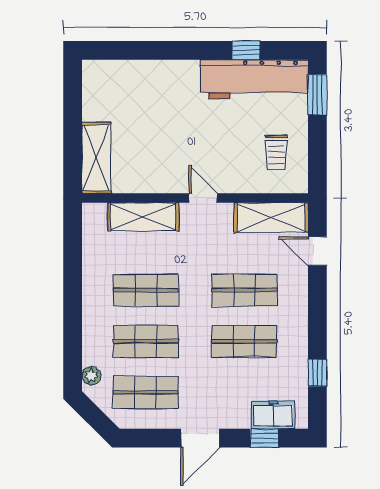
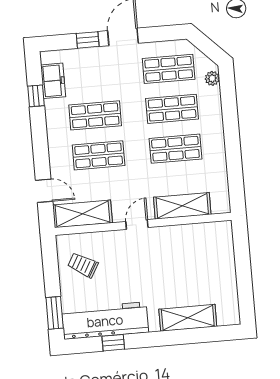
trolley: (276, 152) -> (83, 265), turned -60
shelving: (96, 158) -> (188, 318), moved, turned 90
door: (203, 198) -> (137, 224), swing flipped
freezer: (273, 415) -> (53, 81), moved, turned -90
window: (264, 438) -> (88, 40), moved

